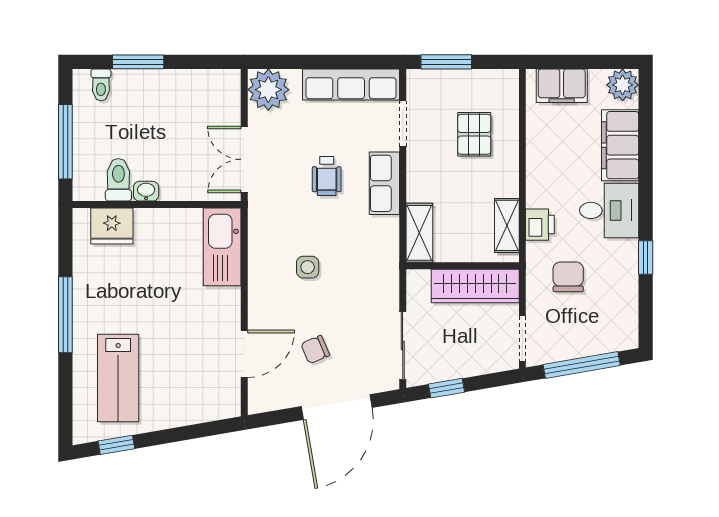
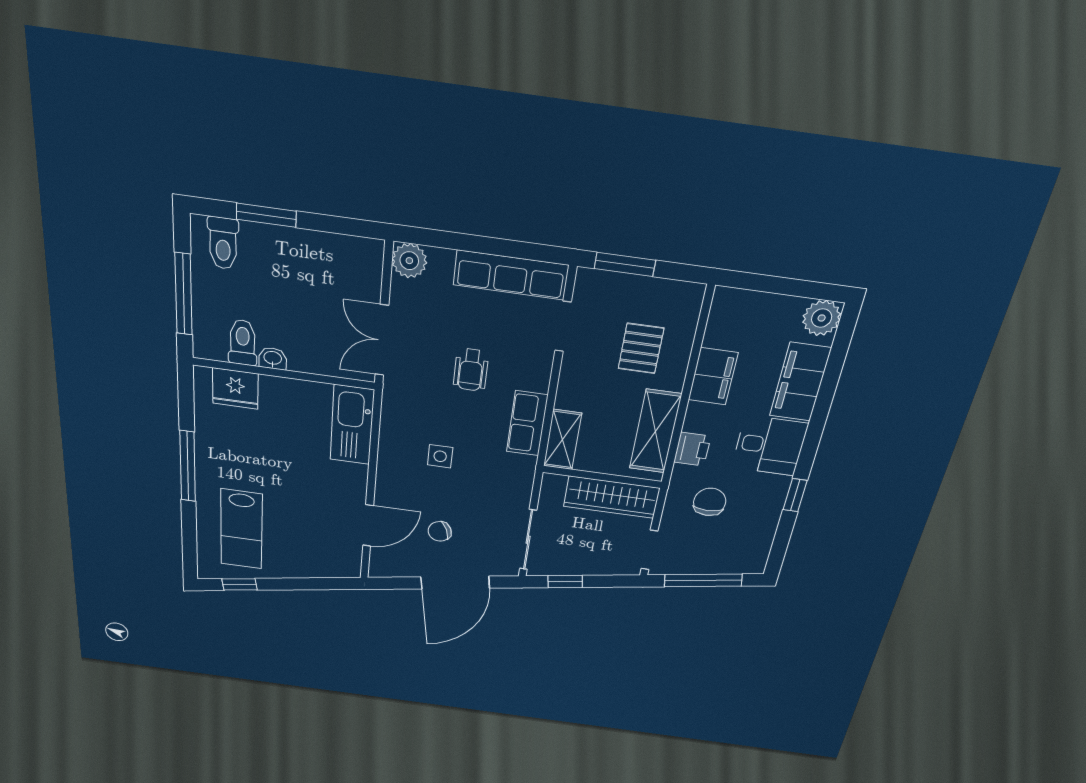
toilet: (101, 85) -> (223, 243), width x1.37, depth x1.39
filing cabinet: (562, 86) -> (713, 376), moved, turned -90
plant: (268, 90) -> (409, 261), width x0.73, depth x0.73
row of seats: (384, 183) -> (527, 423), moved
shelving: (507, 225) -> (655, 431), width x1.50, depth x1.33

